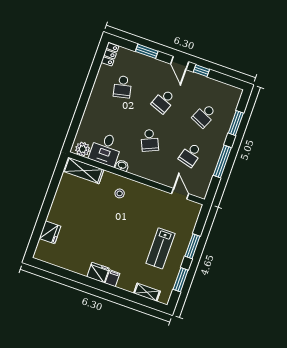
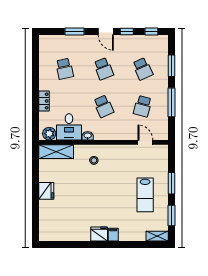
locker: (110, 54) -> (44, 101), moved
window: (227, 80) -> (151, 31), added
school desk: (163, 101) -> (104, 69), turned -42
school desk: (204, 116) -> (143, 69), turned -48
fridge: (50, 232) -> (46, 191), moved
shelving: (147, 292) -> (157, 236), moved

